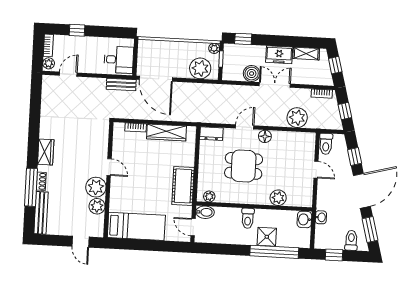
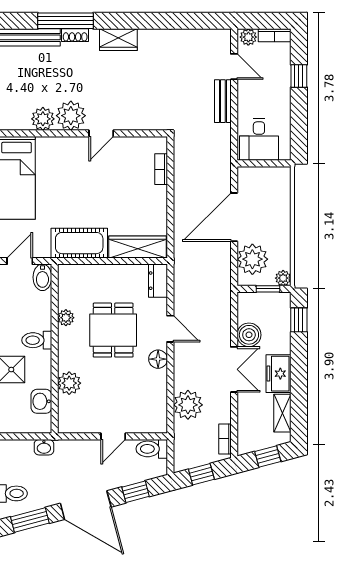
door: (156, 79) -> (234, 217), moved
bench: (121, 84) -> (223, 101), moved
wardrobe: (166, 132) -> (138, 247), moved, turned 90
plant: (209, 196) -> (66, 318), moved
washbasin: (304, 219) -> (41, 401), moved, turned -90

